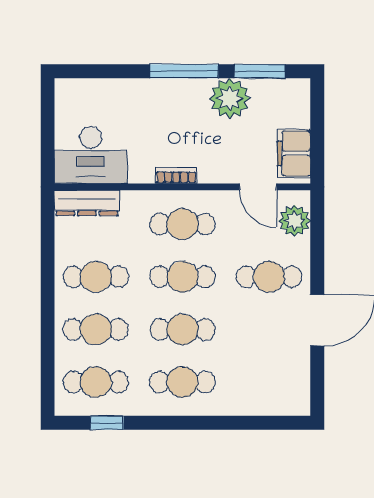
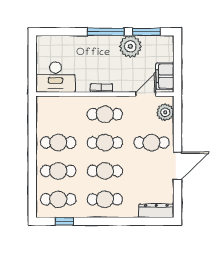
door: (258, 187) -> (146, 94), swing flipped
dresser: (87, 203) -> (156, 211), moved, turned 180

